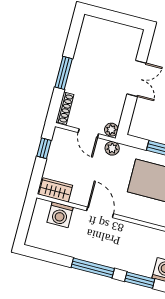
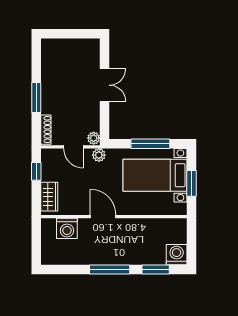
wardrobe: (56, 190) -> (49, 197), moved, turned 90

